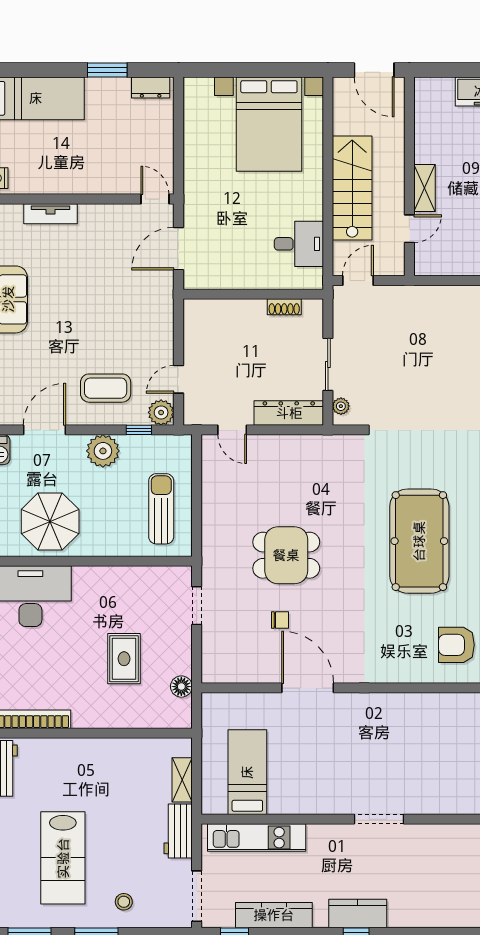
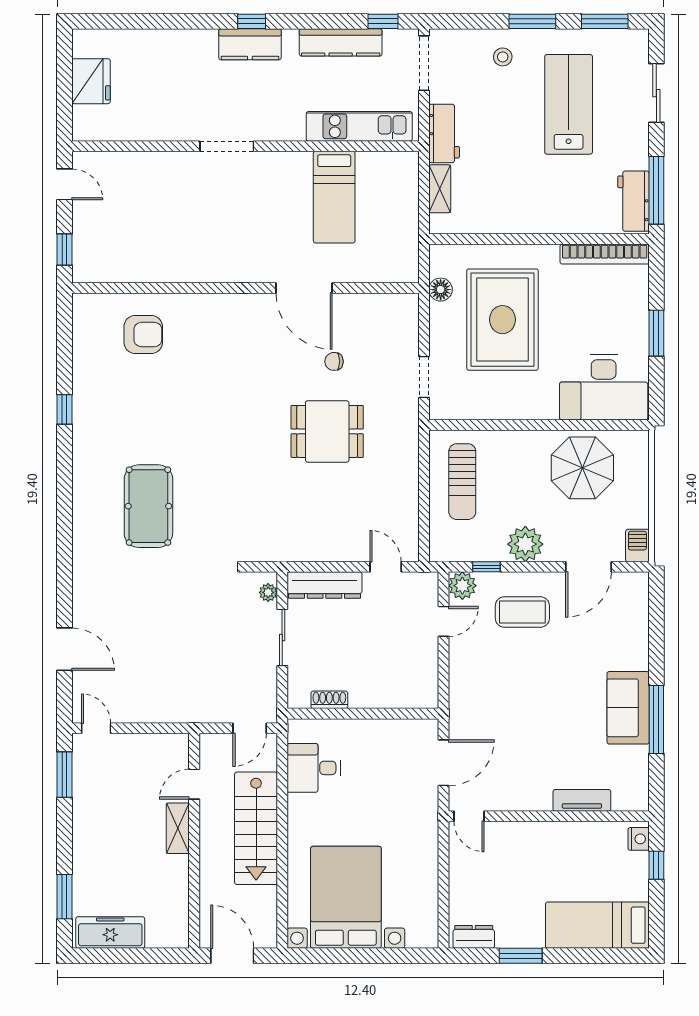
pool table: (419, 541) -> (148, 506), moved, width x0.73, depth x0.76
rug: (124, 659) -> (502, 320), width x1.86, depth x2.06
bed: (247, 772) -> (334, 197), moved

